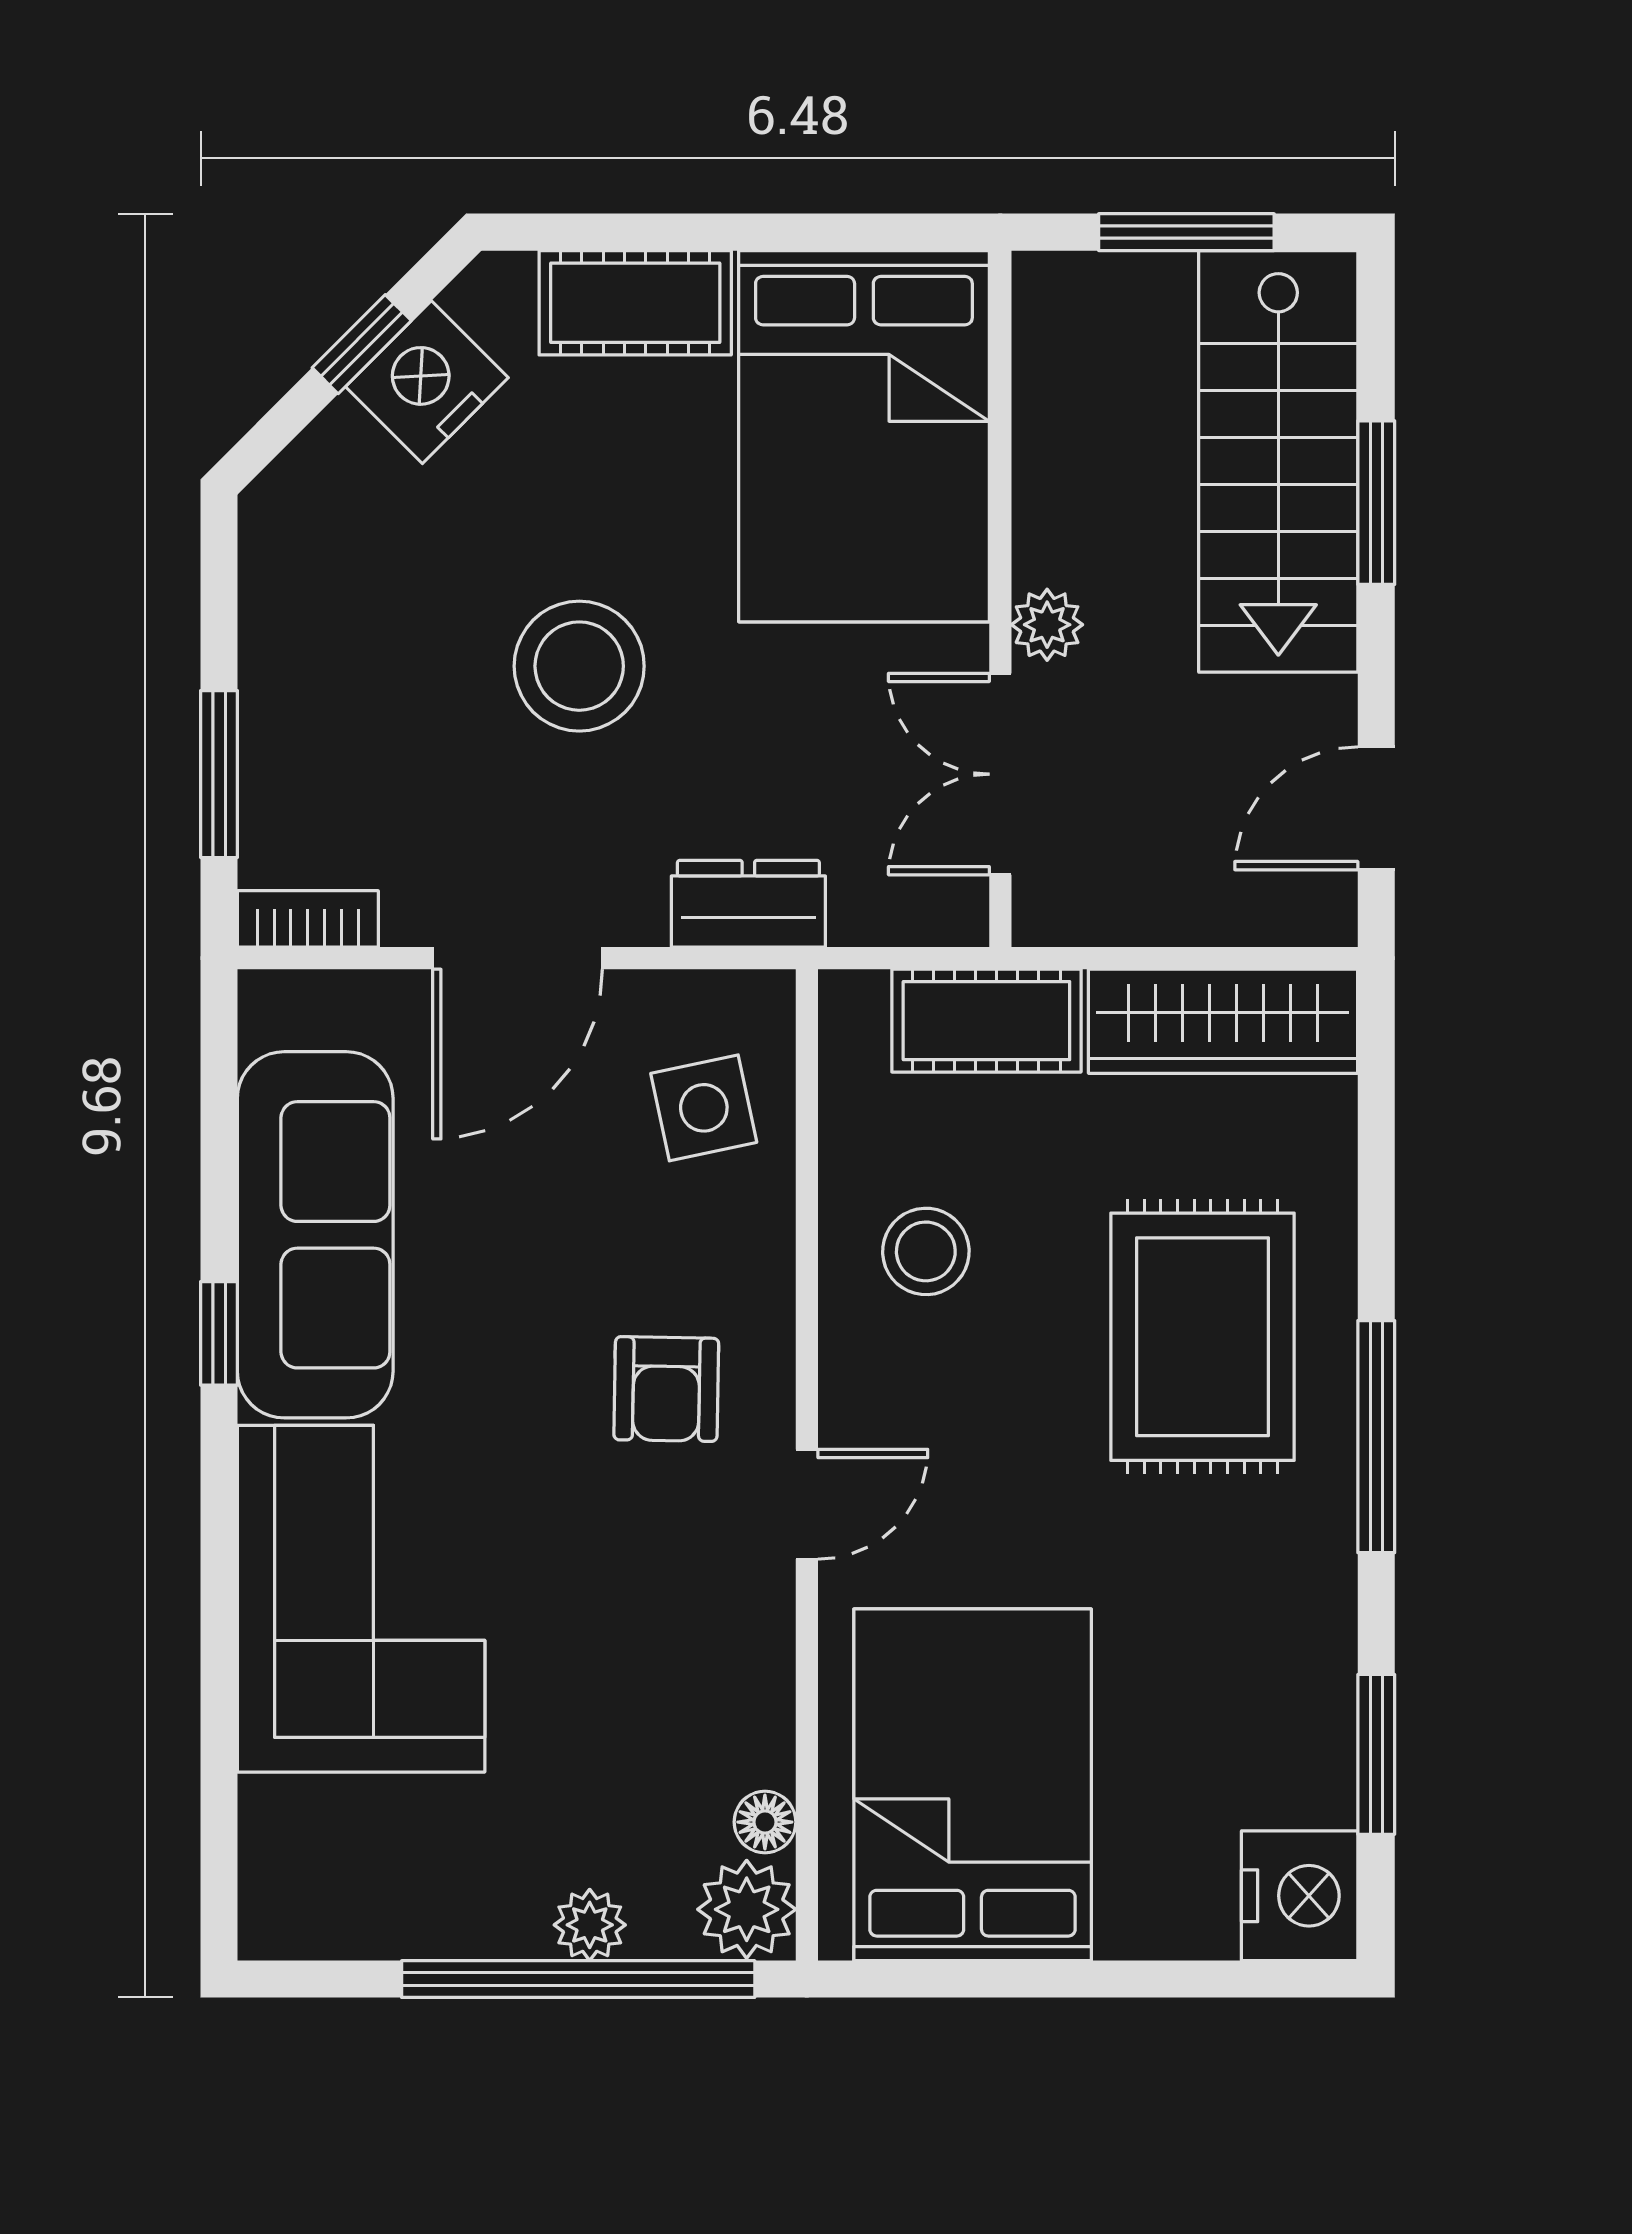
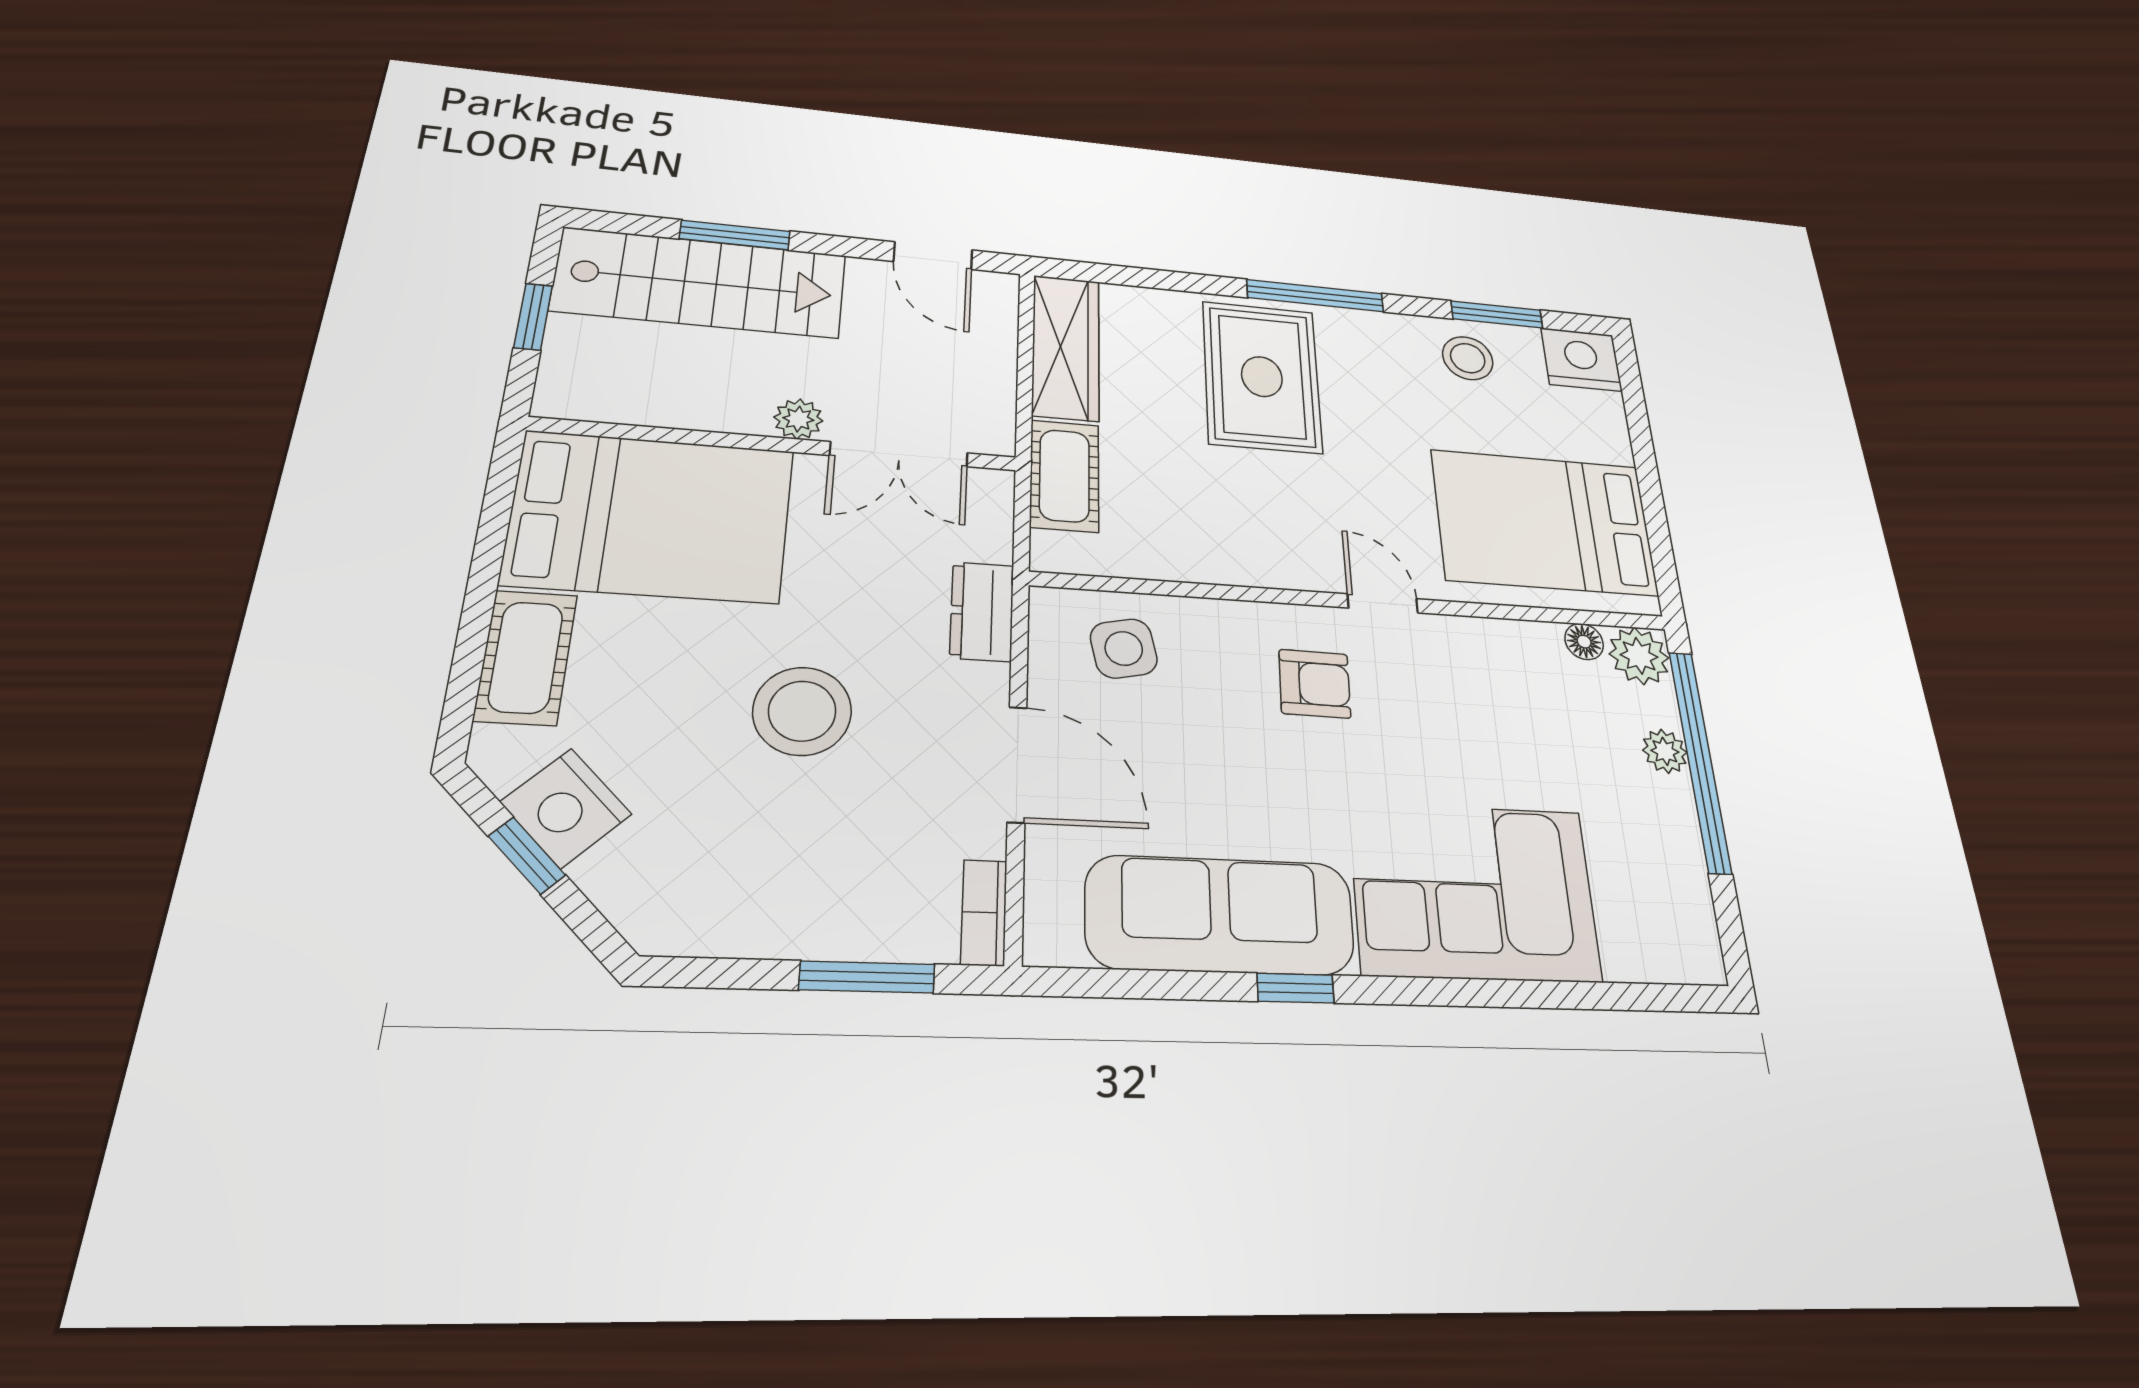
window: (1186, 232) -> (533, 317), width x0.67
stool: (926, 1251) -> (1468, 358), moved
rug: (1202, 1337) -> (1262, 377), turned 90

